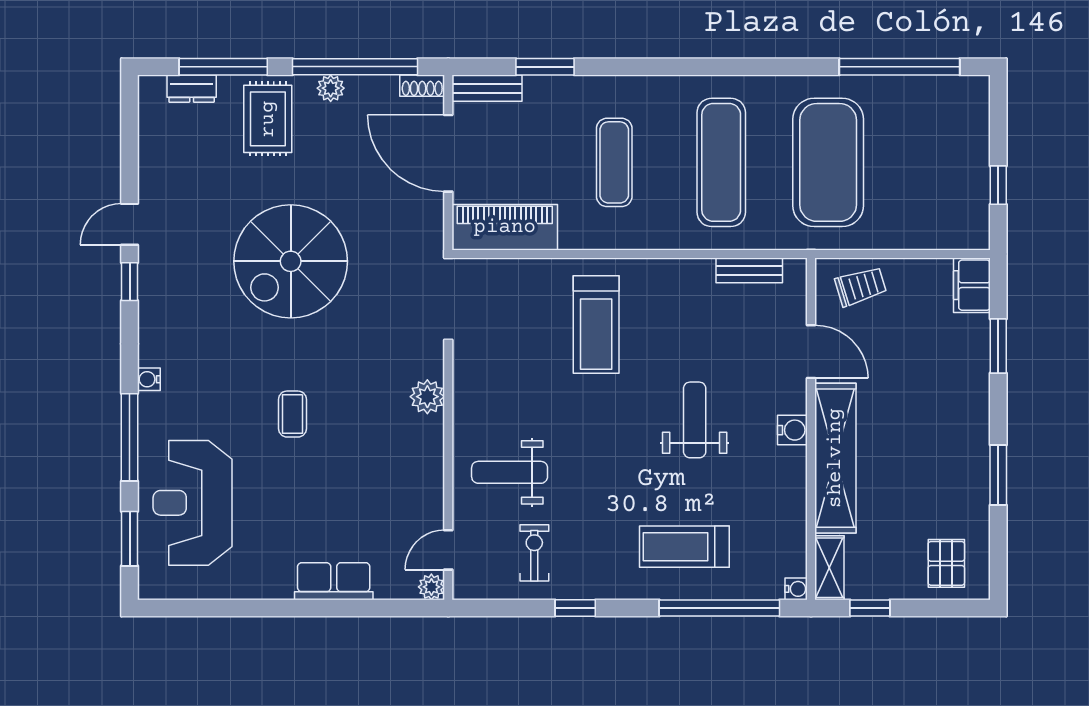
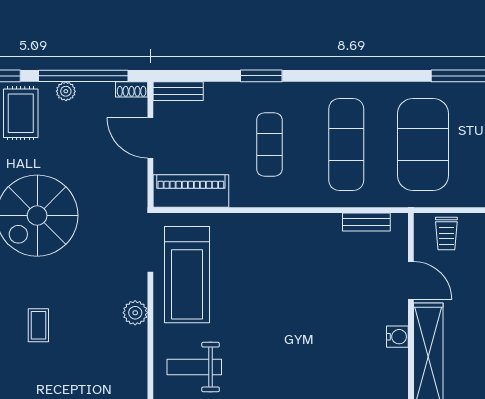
window: (545, 67) -> (261, 76), moved
door: (448, 153) -> (150, 138), width x0.73
trolley: (861, 286) -> (446, 234), turned 107
treadmill: (596, 324) -> (187, 275), moved, width x1.37, depth x1.38
weight bench: (695, 420) -> (327, 329), removed

